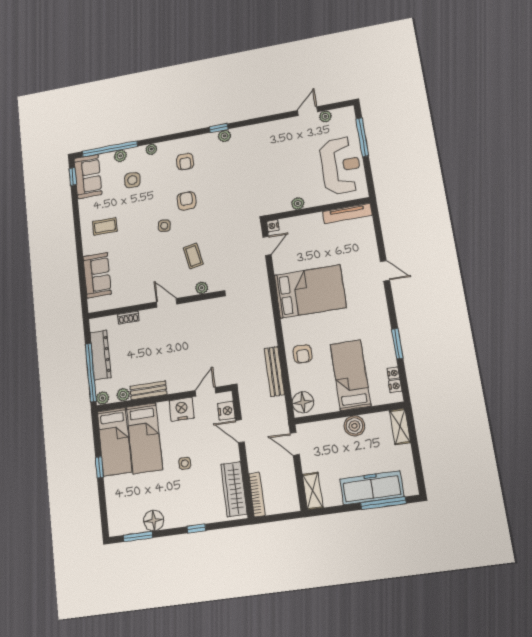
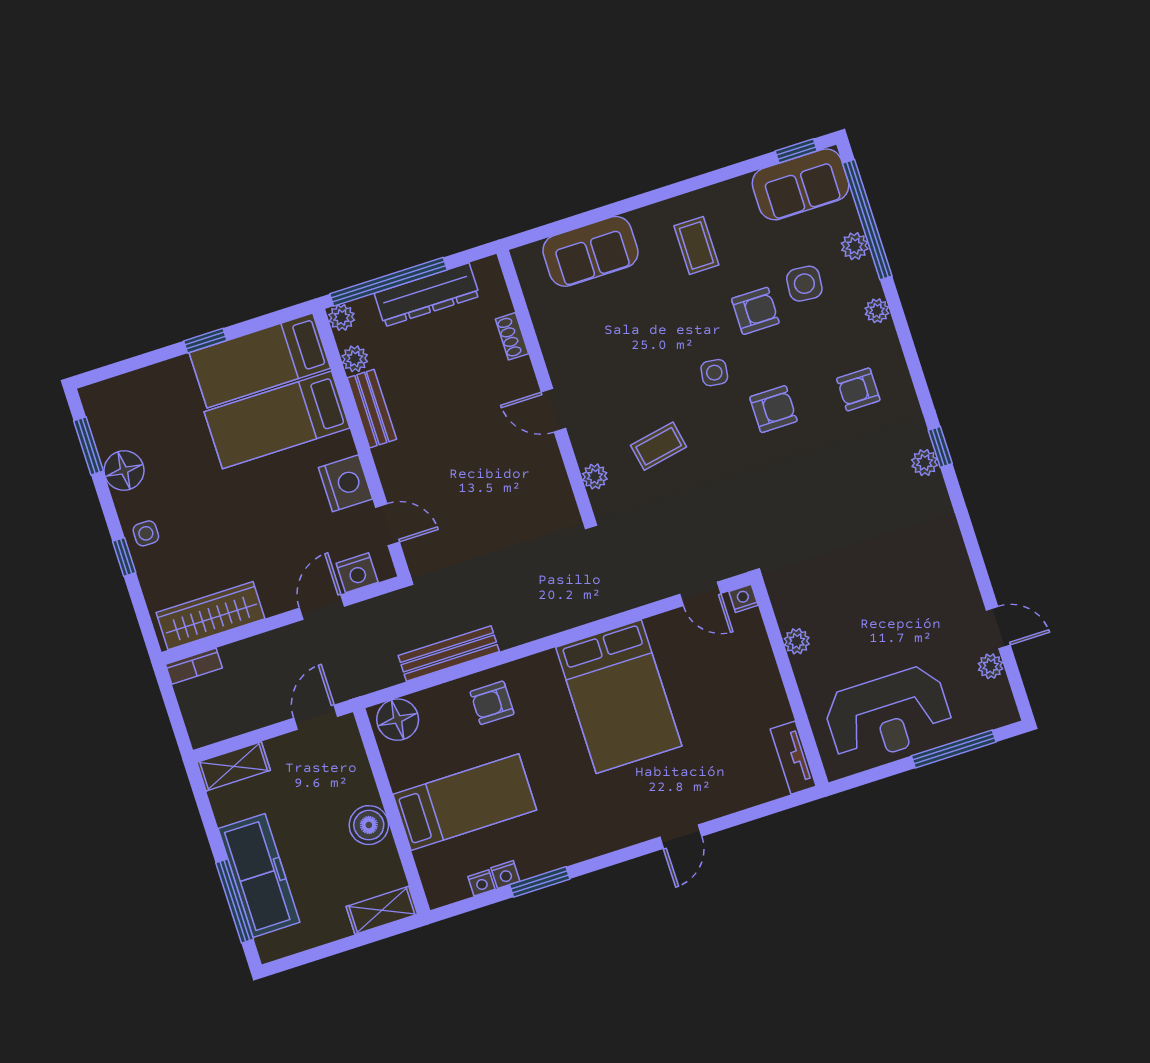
armchair: (140, 203) -> (755, 311), added
tv unit: (347, 213) -> (793, 758), width x0.71
door: (167, 303) -> (553, 410), swing flipped
nightstand: (395, 386) -> (505, 875), moved
side table: (185, 463) -> (146, 533), moved
bookcase: (257, 495) -> (194, 666), width x0.64

